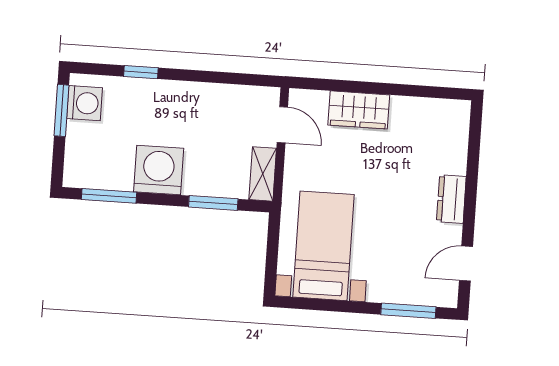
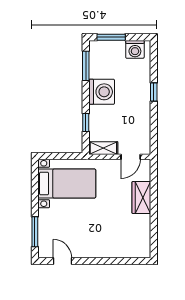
window: (141, 72) -> (154, 92), moved
window: (62, 110) -> (111, 37), moved
dresser: (451, 199) -> (97, 251), removed
window: (213, 203) -> (86, 122), width x0.67

